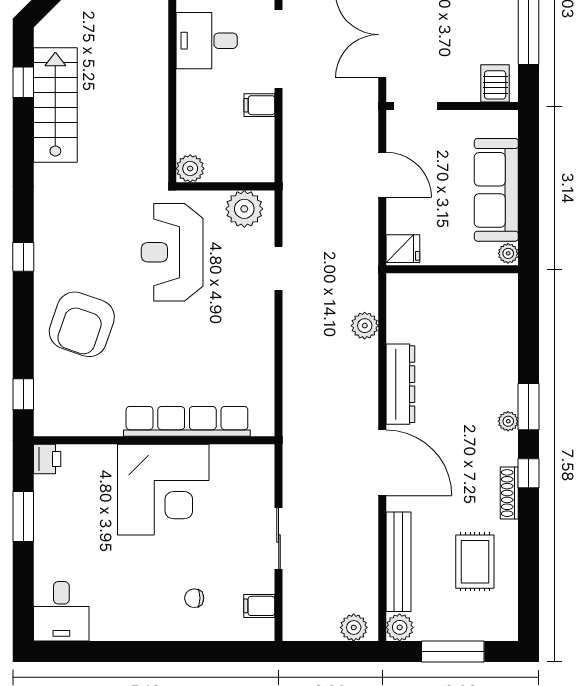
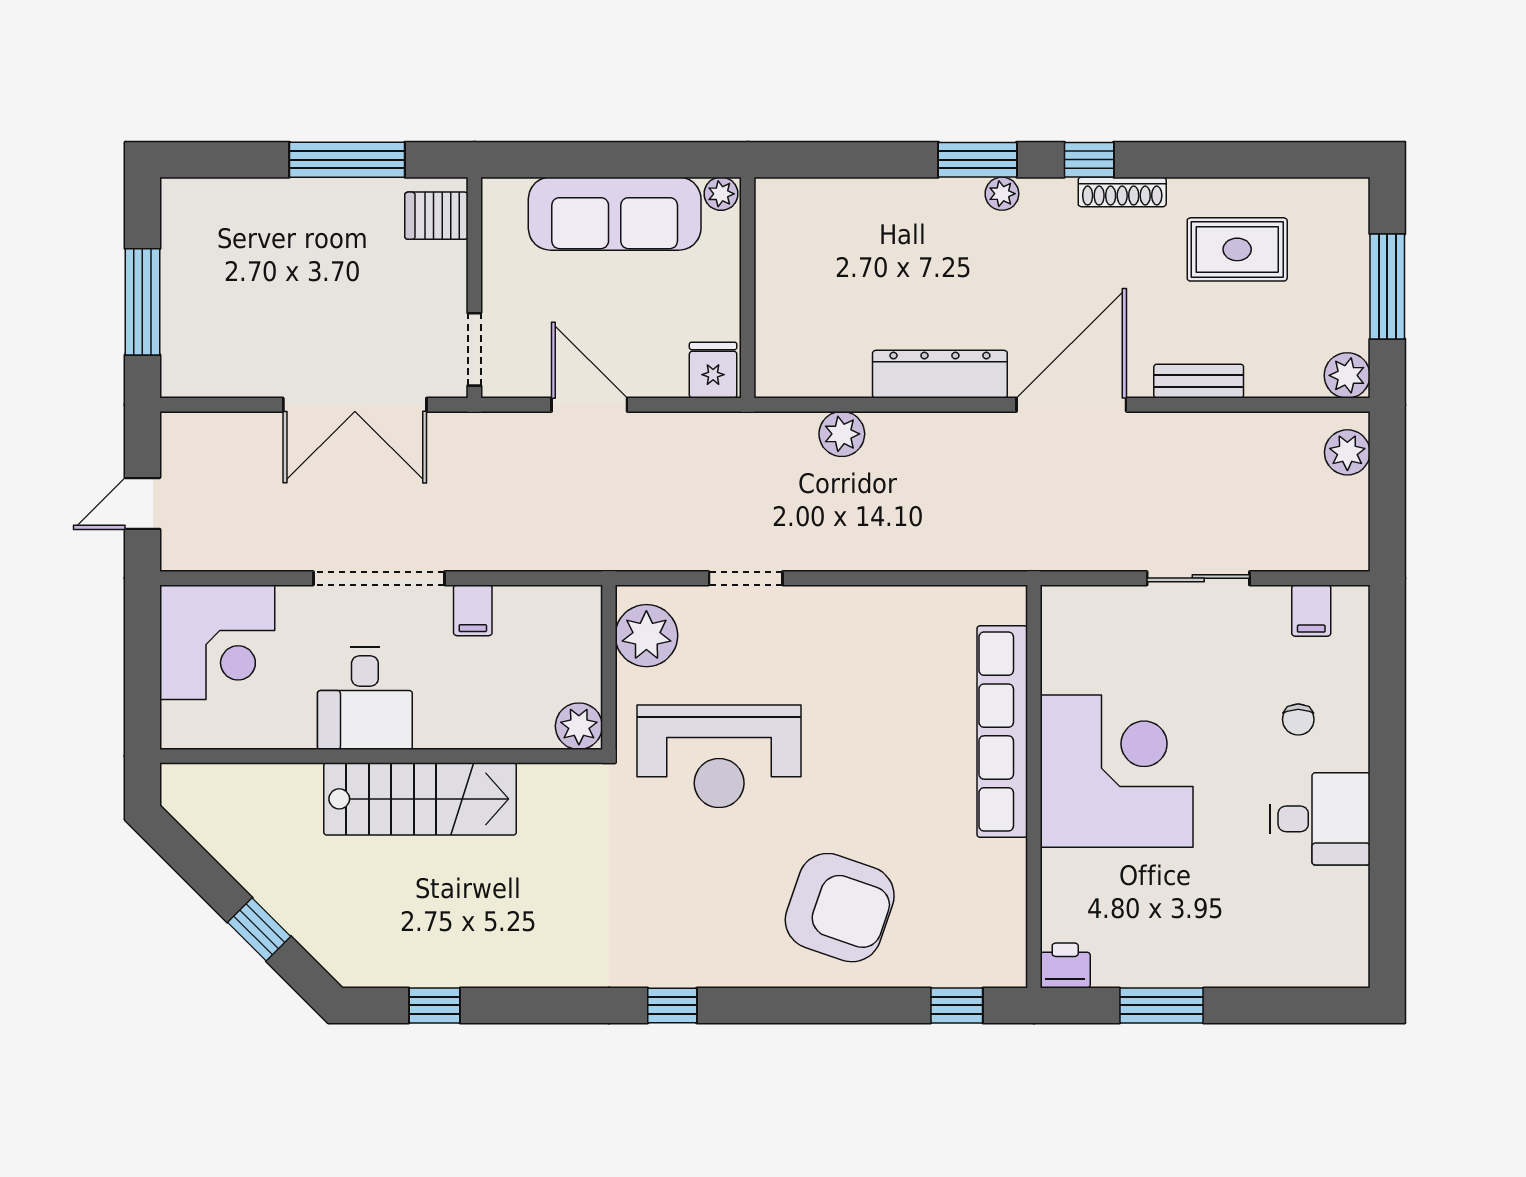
stairs: (55, 105) -> (420, 799), moved, turned 180
door: (382, 175) -> (589, 405), hinge flipped
window: (23, 257) -> (672, 1005), moved
bench: (398, 562) -> (1199, 381), width x0.54, depth x0.82
desk: (61, 611) -> (1320, 819), moved

